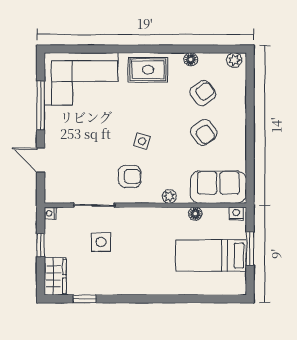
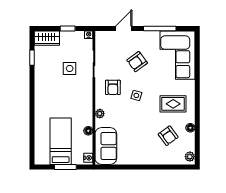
rug: (148, 70) -> (173, 104), moved, turned 90
armchair: (204, 132) -> (137, 62), moved

